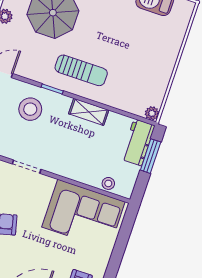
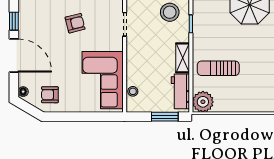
sun lounger: (81, 70) -> (218, 68), moved, turned 90
plant: (152, 113) -> (203, 102), width x1.88, depth x1.88
workbench: (138, 142) -> (180, 91), moved, turned -90

